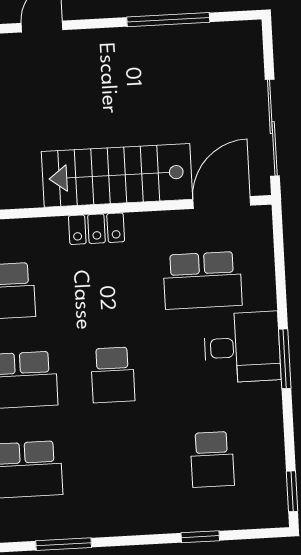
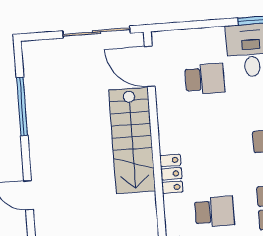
locker: (96, 229) -> (171, 174), moved
school desk: (202, 280) -> (205, 79), width x0.54

